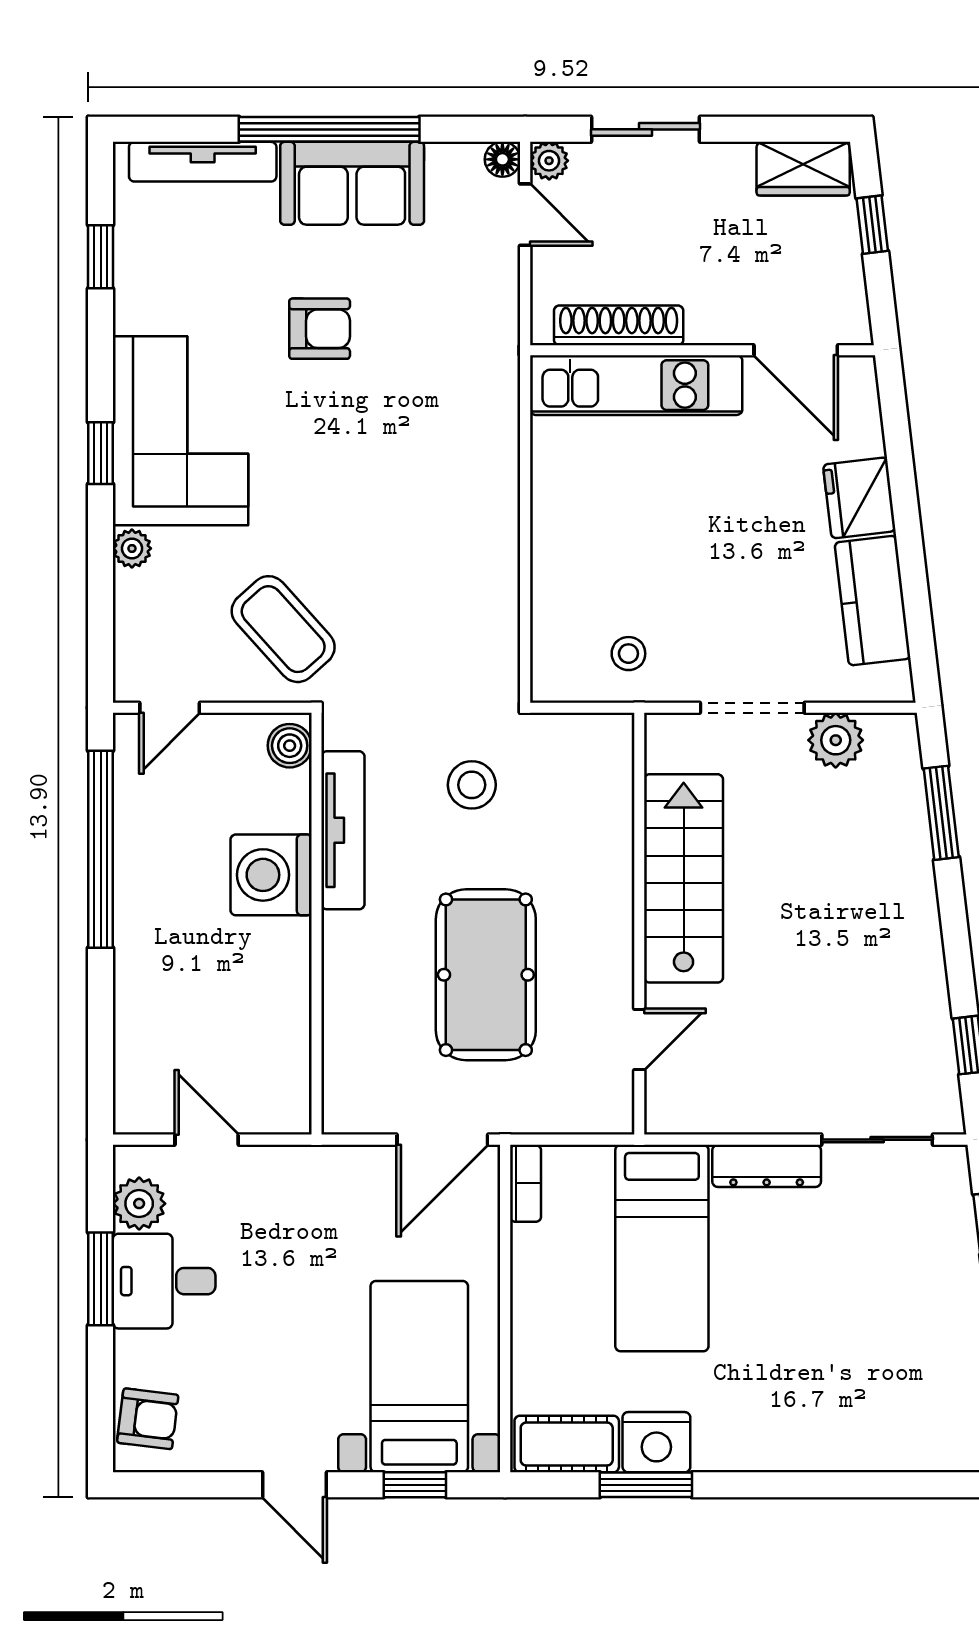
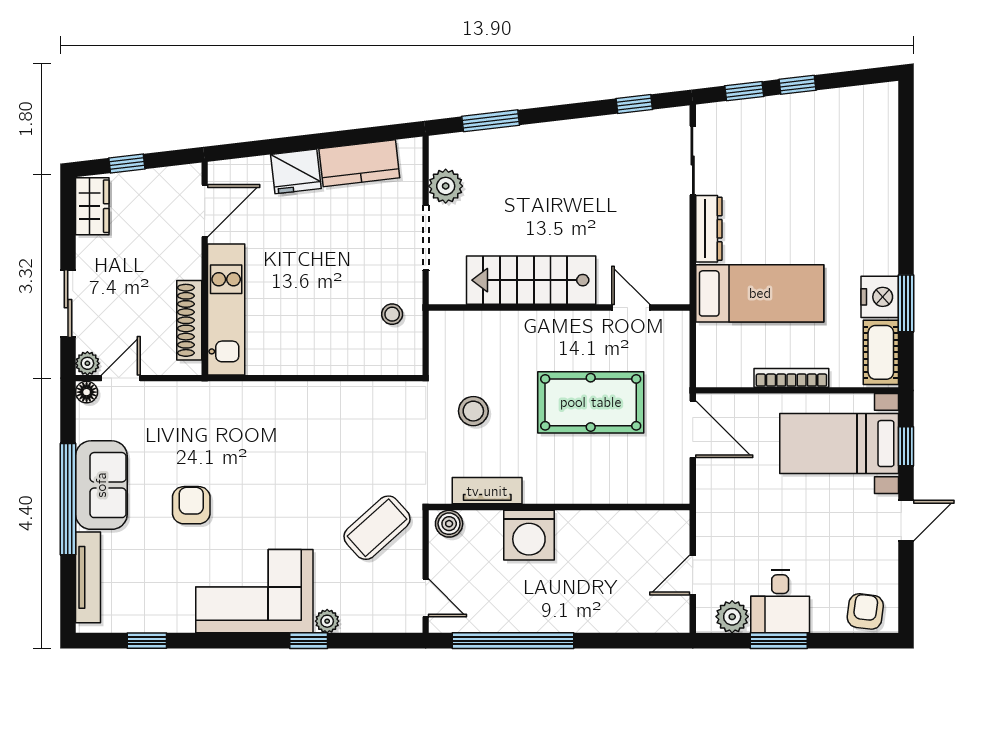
window: (101, 453) -> (309, 641), moved
tv unit: (343, 830) -> (487, 491), width x0.71
bookcase: (526, 1183) -> (791, 378), moved, width x1.56

